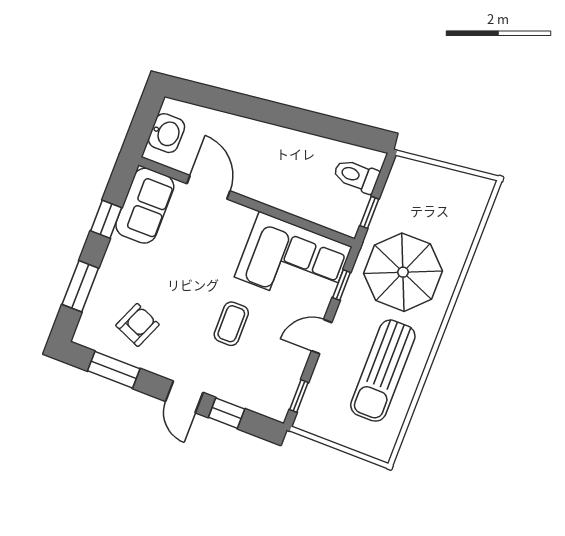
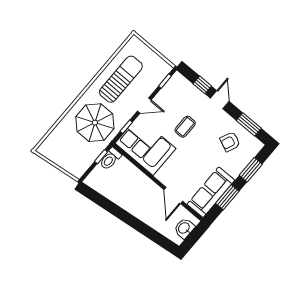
toilet: (356, 176) -> (110, 159), moved, turned 90
sofa: (145, 206) -> (211, 192), width x1.36
window: (106, 219) -> (227, 197), width x1.50

